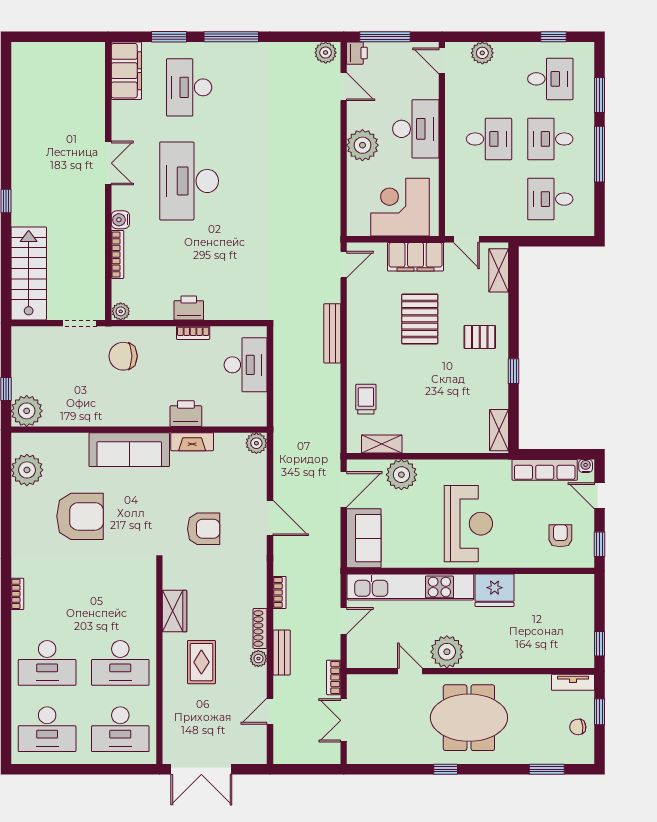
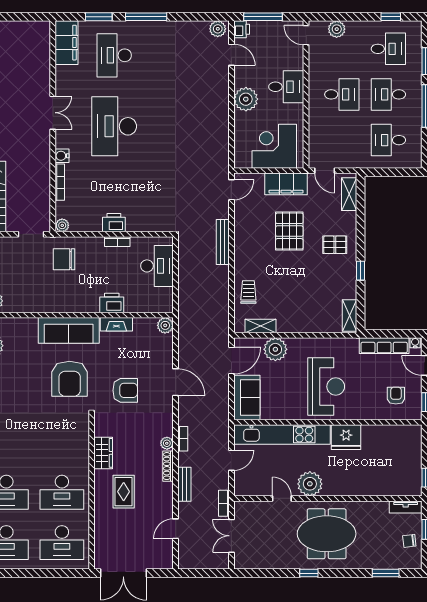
desk: (416, 129) -> (286, 87), width x0.73
armchair: (80, 516) -> (70, 379), moved, turned 90
plant: (258, 659) -> (167, 443), moved

